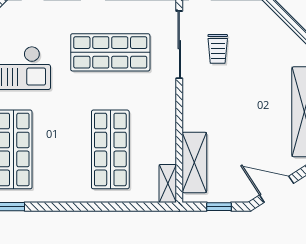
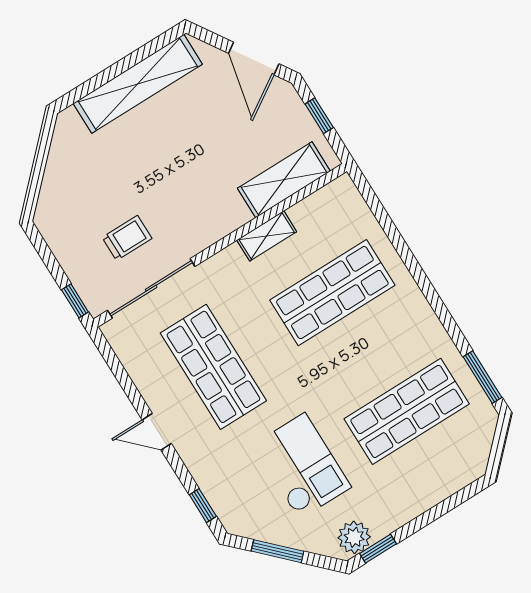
shelving: (168, 183) -> (267, 236), moved

